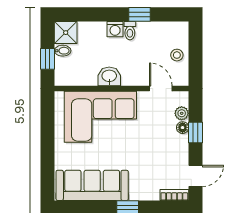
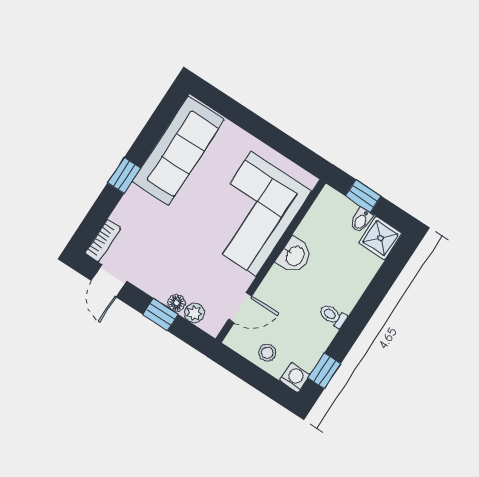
window: (139, 14) -> (324, 371), moved
washing machine: (115, 29) -> (295, 377), moved, turned 90

